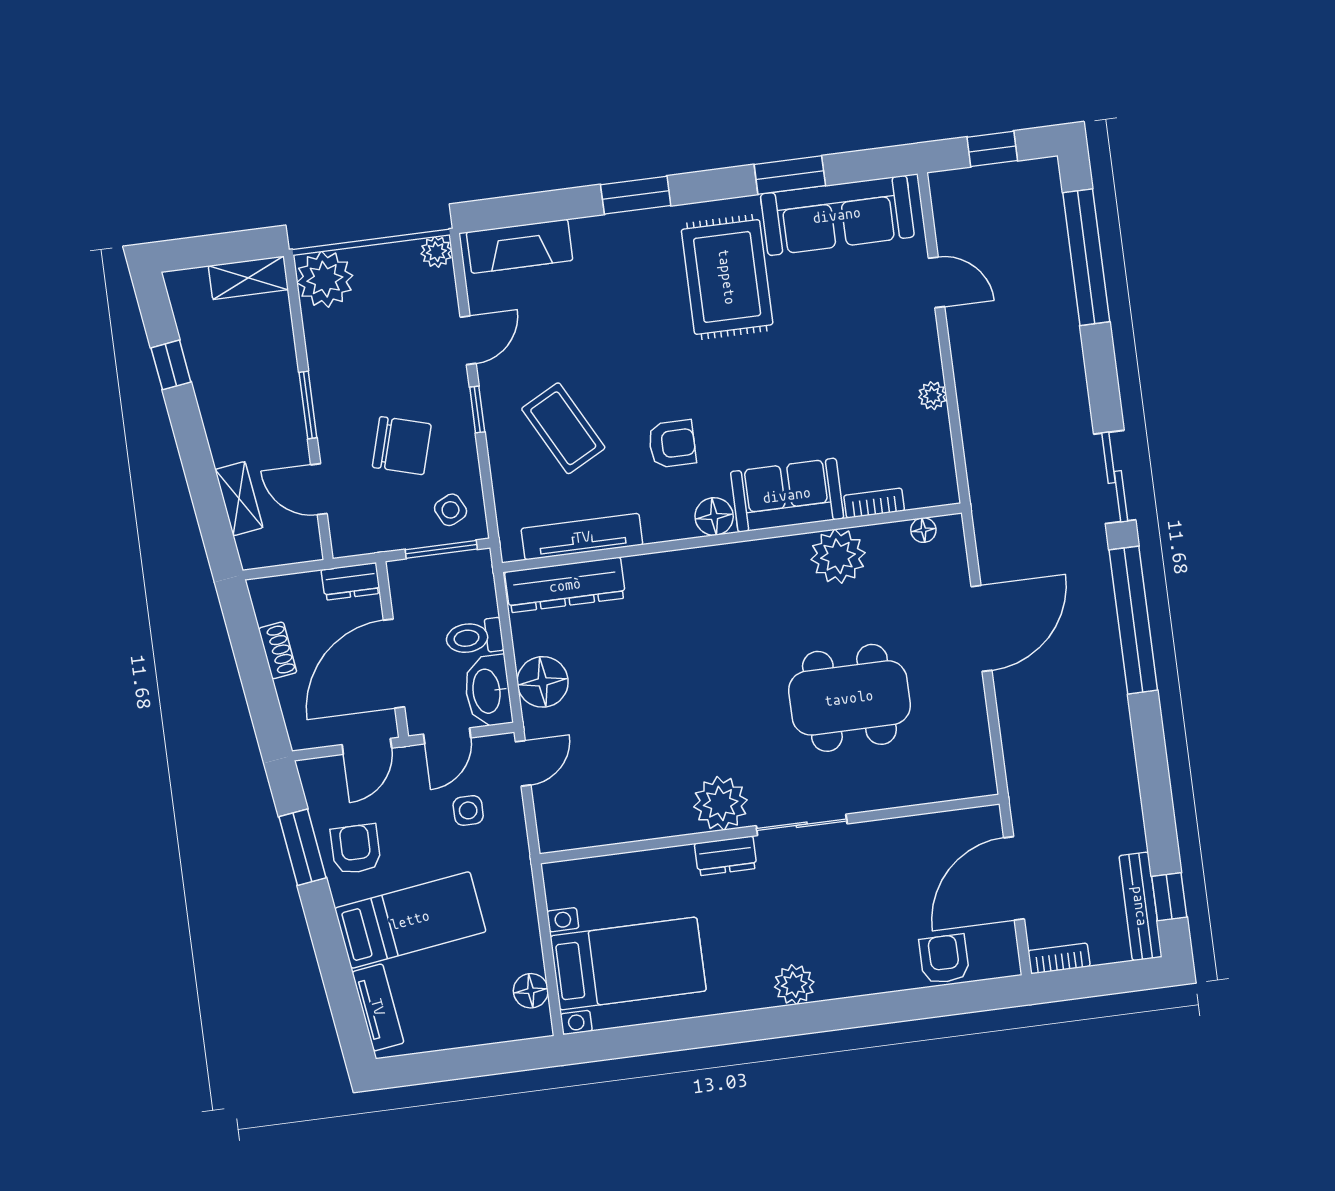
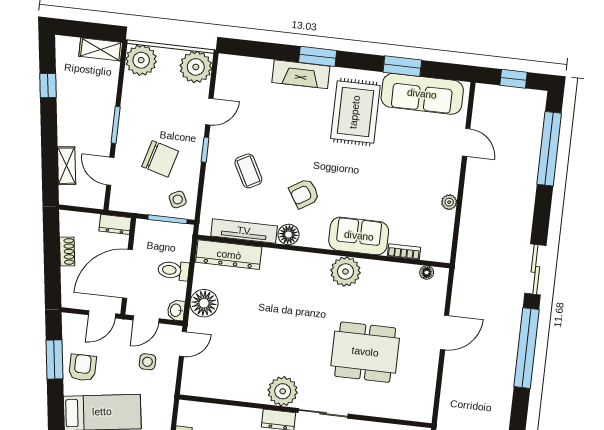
fireplace: (520, 246) -> (301, 74), moved
plant: (436, 252) -> (196, 67), width x1.87, depth x1.87
coffee table: (563, 428) -> (248, 171), width x0.73, depth x0.77
armchair: (672, 444) -> (304, 194), turned 148
floor lamp: (714, 517) -> (289, 235), moved
plant: (838, 556) -> (345, 272), moved
door: (982, 628) -> (445, 333), width x0.73
washbasin: (488, 691) -> (176, 310), width x0.52, depth x0.69

